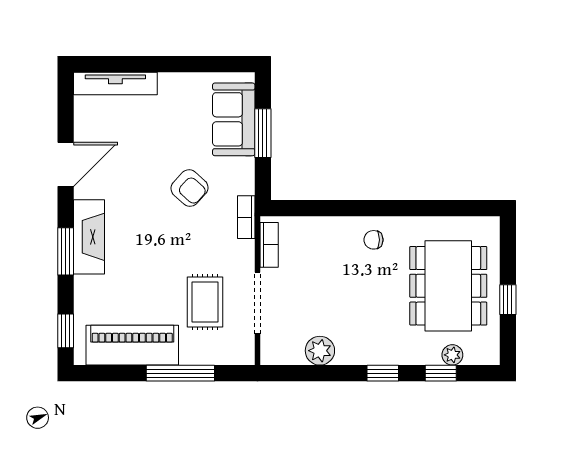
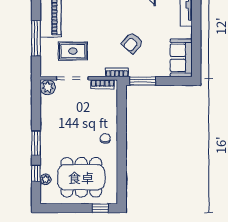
sofa: (234, 119) -> (181, 58), moved, turned -90
window: (263, 133) -> (143, 81), moved
window: (508, 300) -> (100, 208), moved
plant: (320, 351) -> (48, 87), moved
window: (383, 373) -> (36, 143), width x1.50

